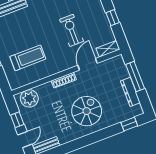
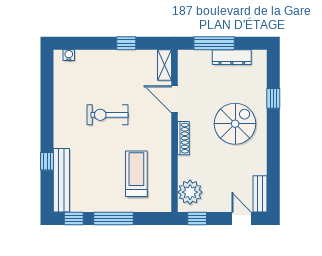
exercise bike: (72, 30) -> (108, 115), moved
spiral stairs: (87, 111) -> (235, 124), turned 90
window: (17, 120) -> (197, 218), moved
window: (129, 124) -> (273, 98), moved

